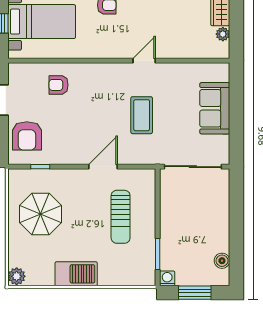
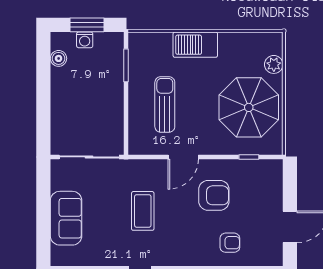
armchair: (27, 136) -> (214, 195), moved, turned 90
parasol: (41, 214) -> (249, 107), width x1.36, depth x1.36
barbecue: (76, 274) -> (195, 45), moved
plant: (17, 276) -> (274, 64), moved
washing machine: (167, 278) -> (85, 40), moved

